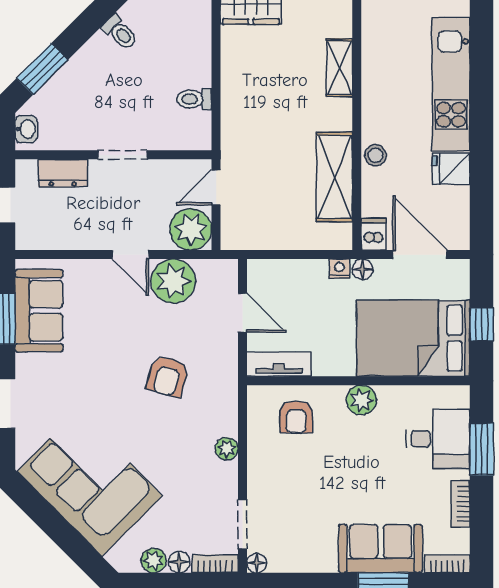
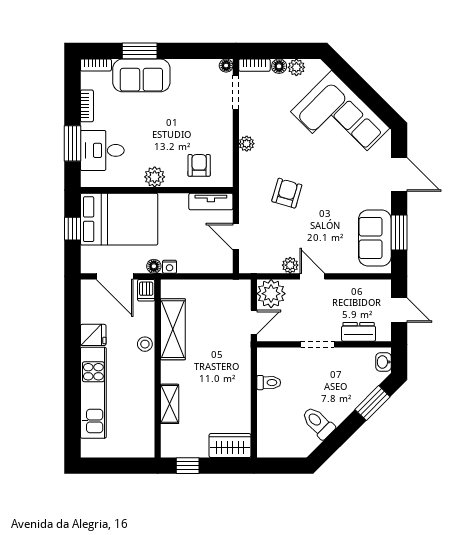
toilet: (120, 33) -> (318, 423), width x1.37, depth x1.39
plant: (173, 281) -> (290, 265), width x0.53, depth x0.53

